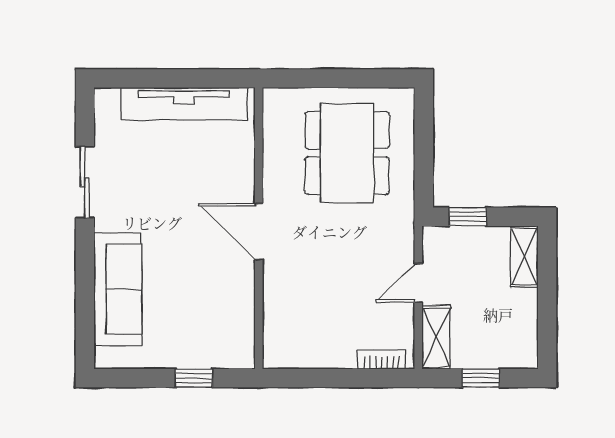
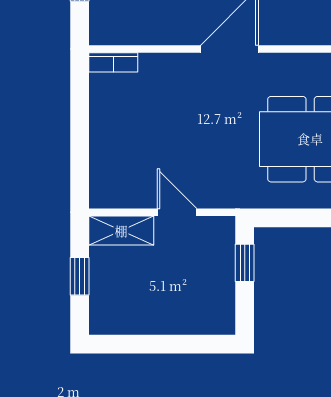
shelving: (524, 257) -> (204, 321), removed
bookcase: (381, 360) -> (113, 62), moved, turned 90

